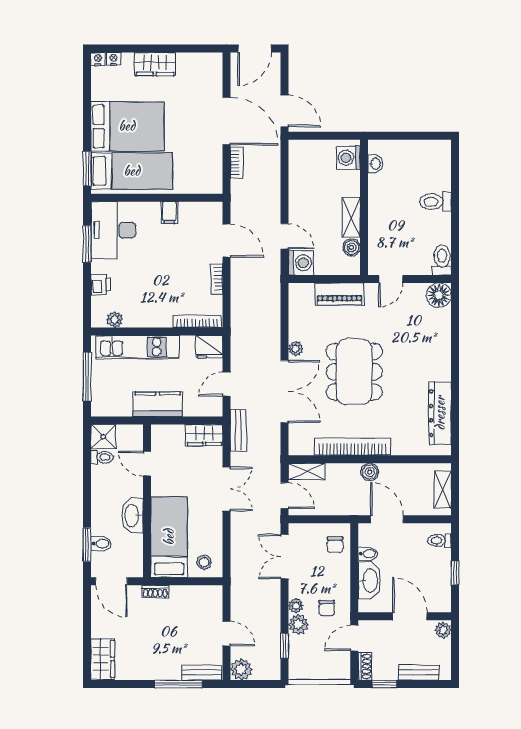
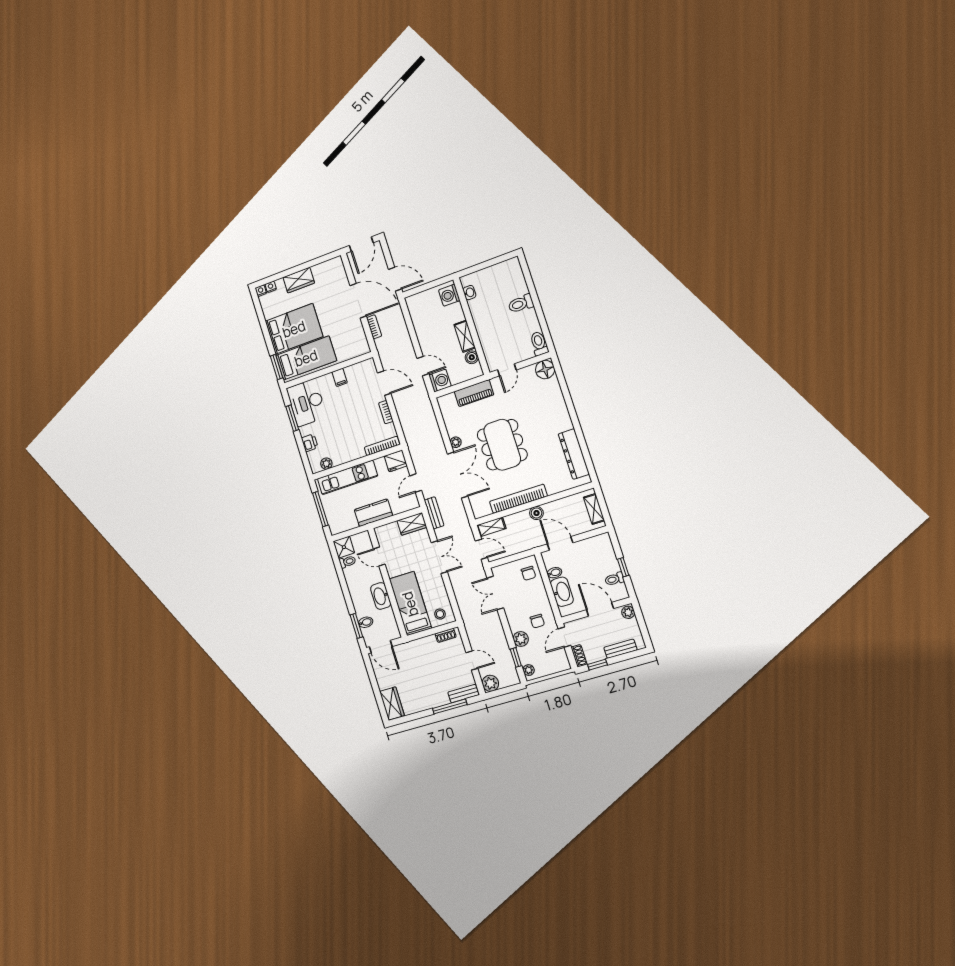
toilet: (440, 540) -> (614, 579), moved
shoe rack: (155, 592) -> (446, 635), moved
plant: (296, 606) -> (529, 670), moved

